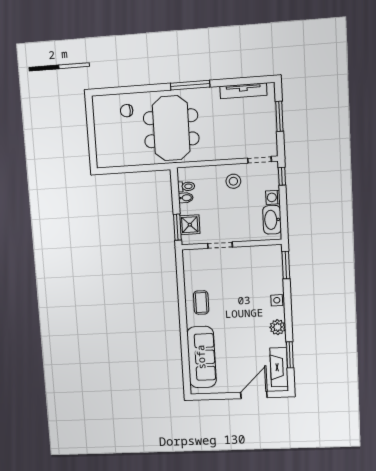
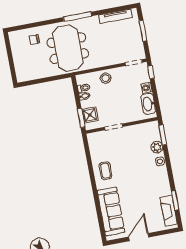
stool: (233, 181) -> (106, 78), moved
plant: (278, 327) -> (157, 147), moved
door: (254, 395) -> (139, 237), moved

